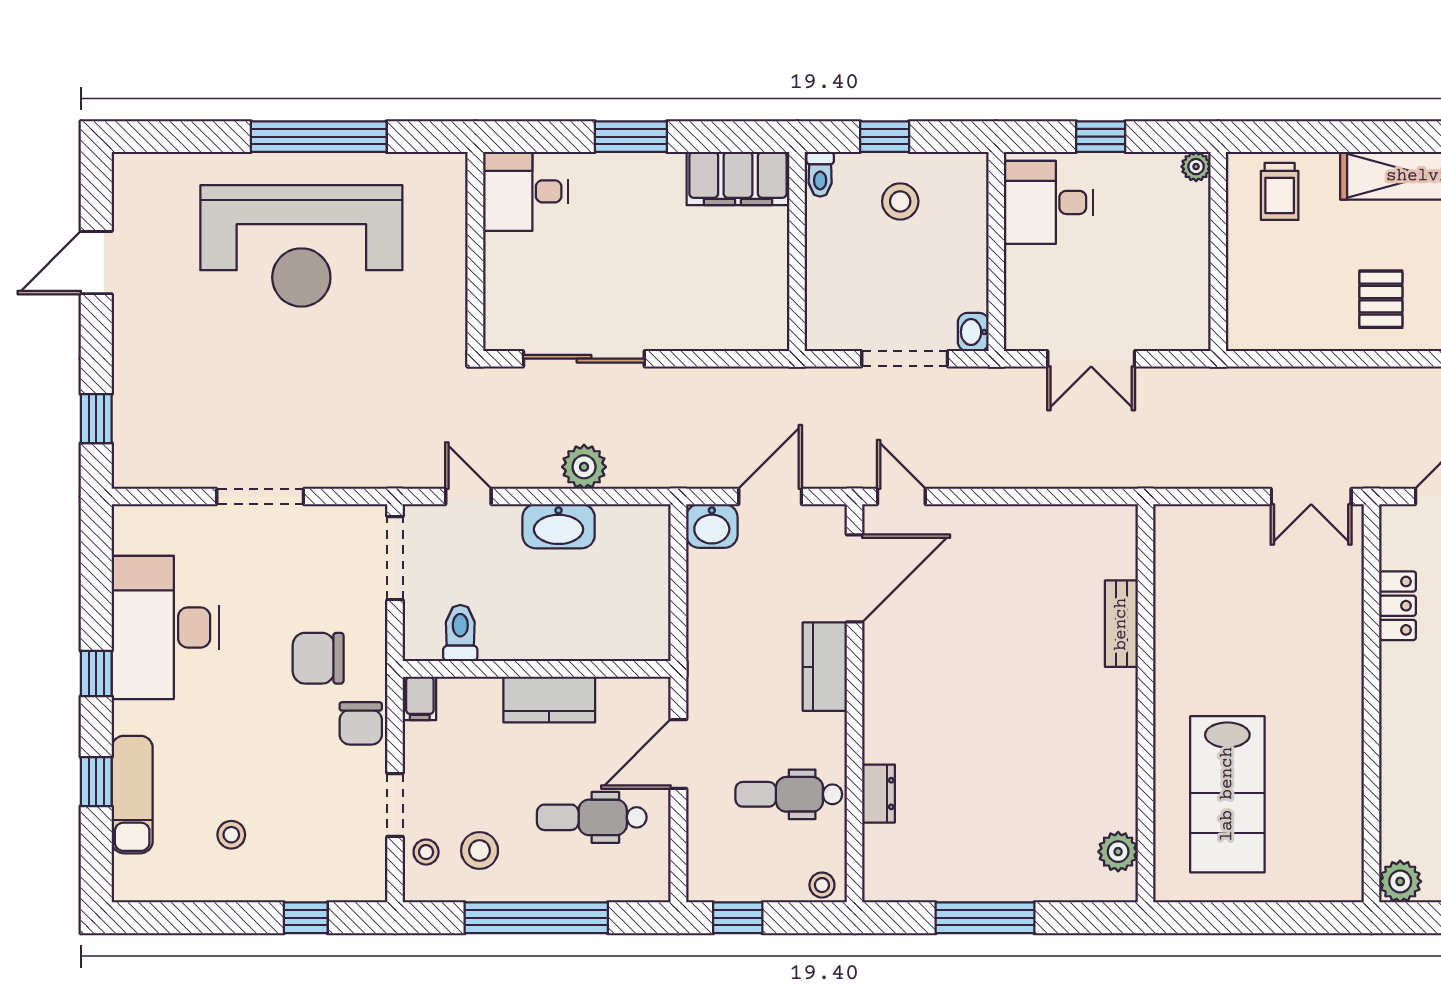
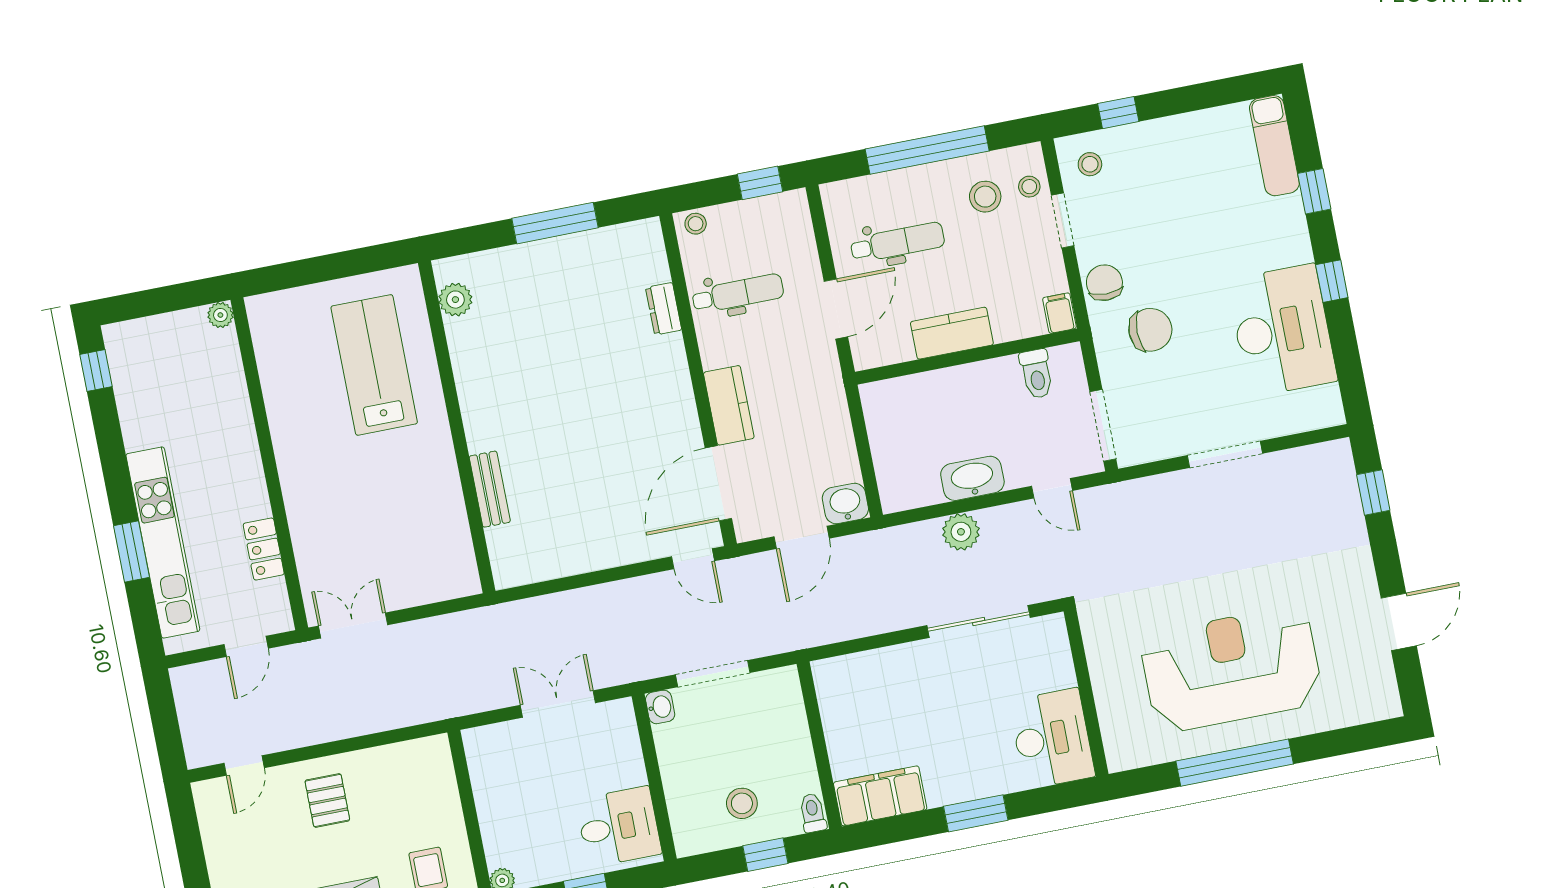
desk: (526, 191) -> (1052, 739), width x1.37
exam couch: (132, 795) -> (1274, 146), moved
stool: (231, 835) -> (1090, 164), moved
plant: (1400, 881) -> (220, 315), width x0.73, depth x0.73

